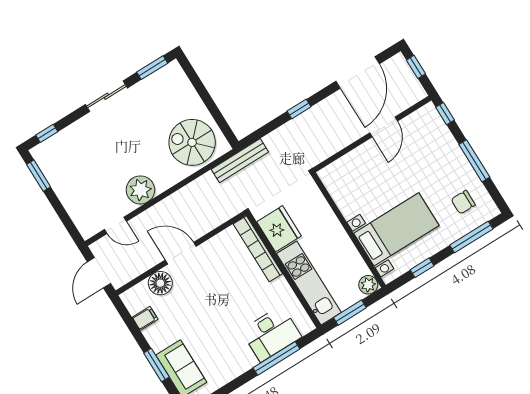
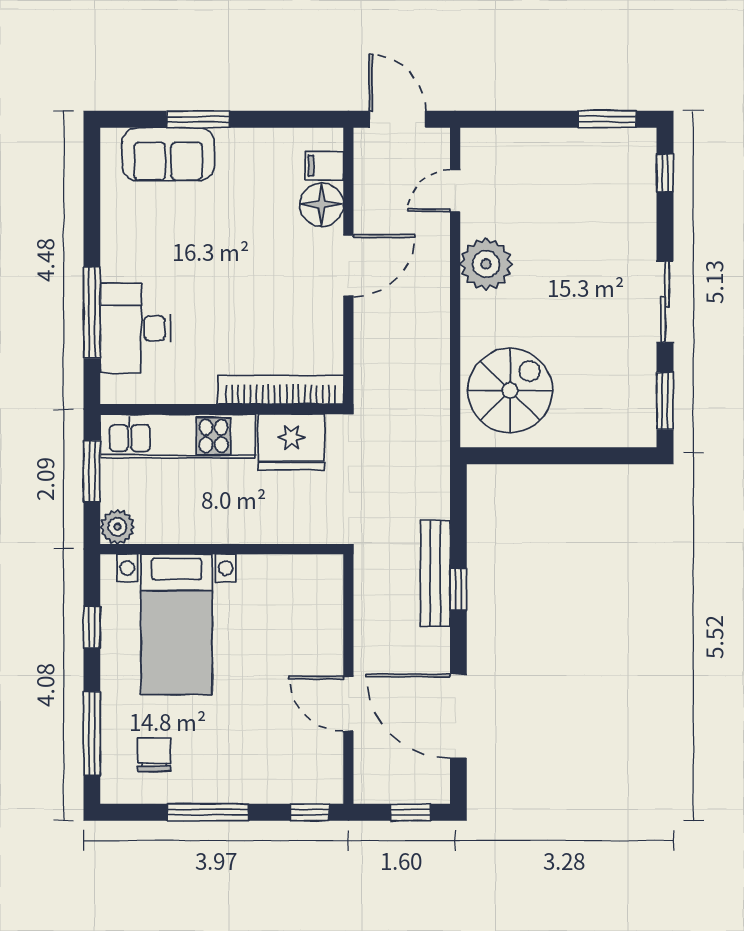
bench: (240, 161) -> (435, 573), moved
filing cabinet: (145, 318) -> (324, 166), moved, turned 90

